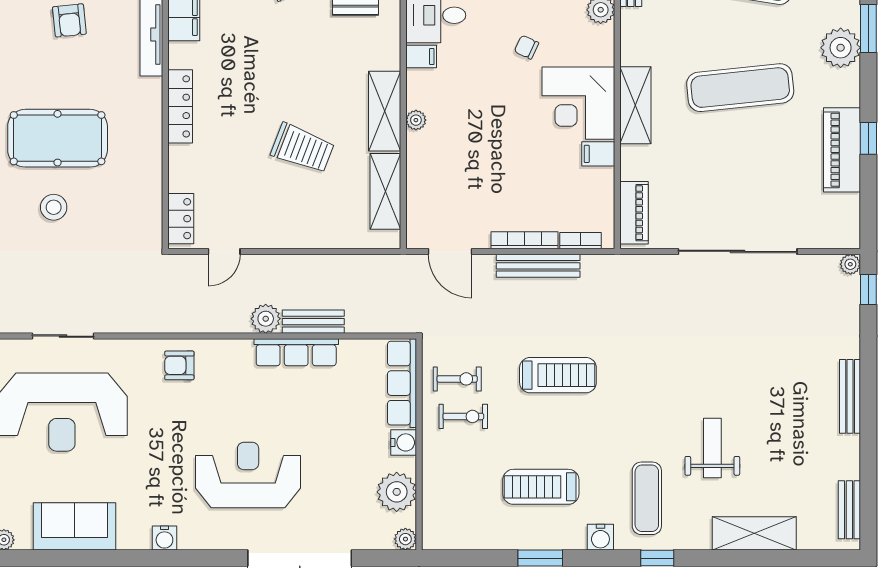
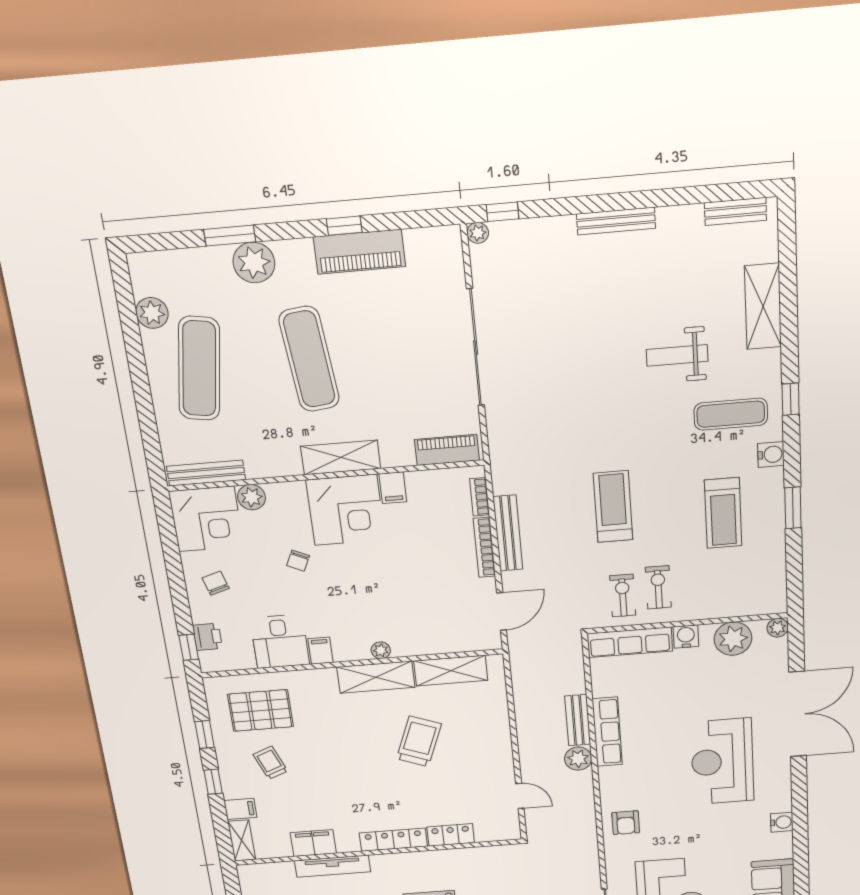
locker: (181, 219) -> (451, 835), moved

